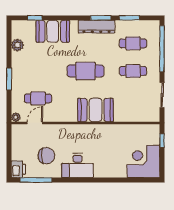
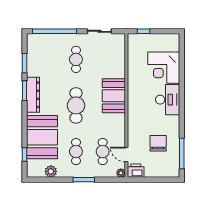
booth: (53, 31) -> (42, 137), width x1.36, depth x1.42
cafe table: (133, 43) -> (76, 152), moved
corner desk: (143, 161) -> (164, 68), moved
desk: (78, 165) -> (168, 100), moved
printer: (18, 169) -> (136, 171), moved

